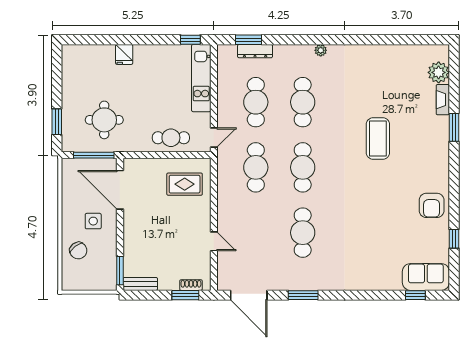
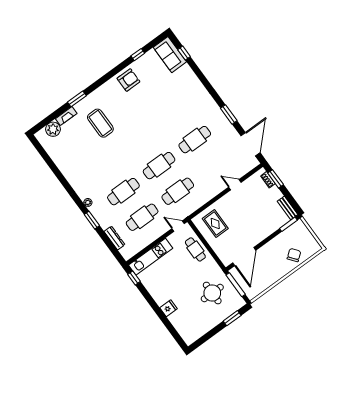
window: (249, 40) -> (92, 220), moved
coffee table: (378, 139) -> (100, 123), moved, turned 90
side table: (93, 221) -> (272, 259), removed
door: (214, 241) -> (235, 185), hinge flipped

